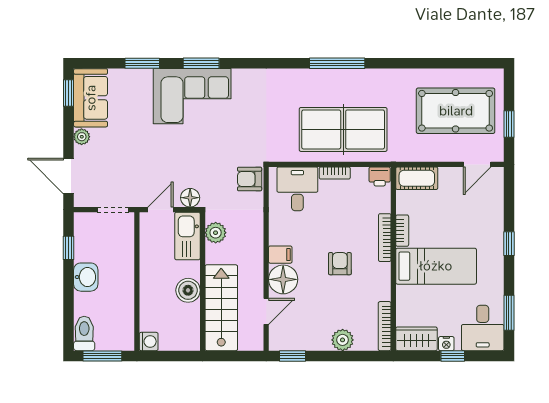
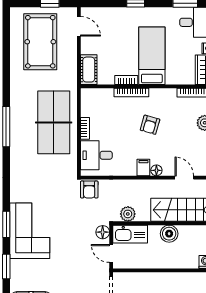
printer: (380, 176) -> (87, 96), removed
armchair: (340, 264) -> (150, 125), turned -74
floor lamp: (283, 279) -> (156, 170), width x0.53, depth x0.53

